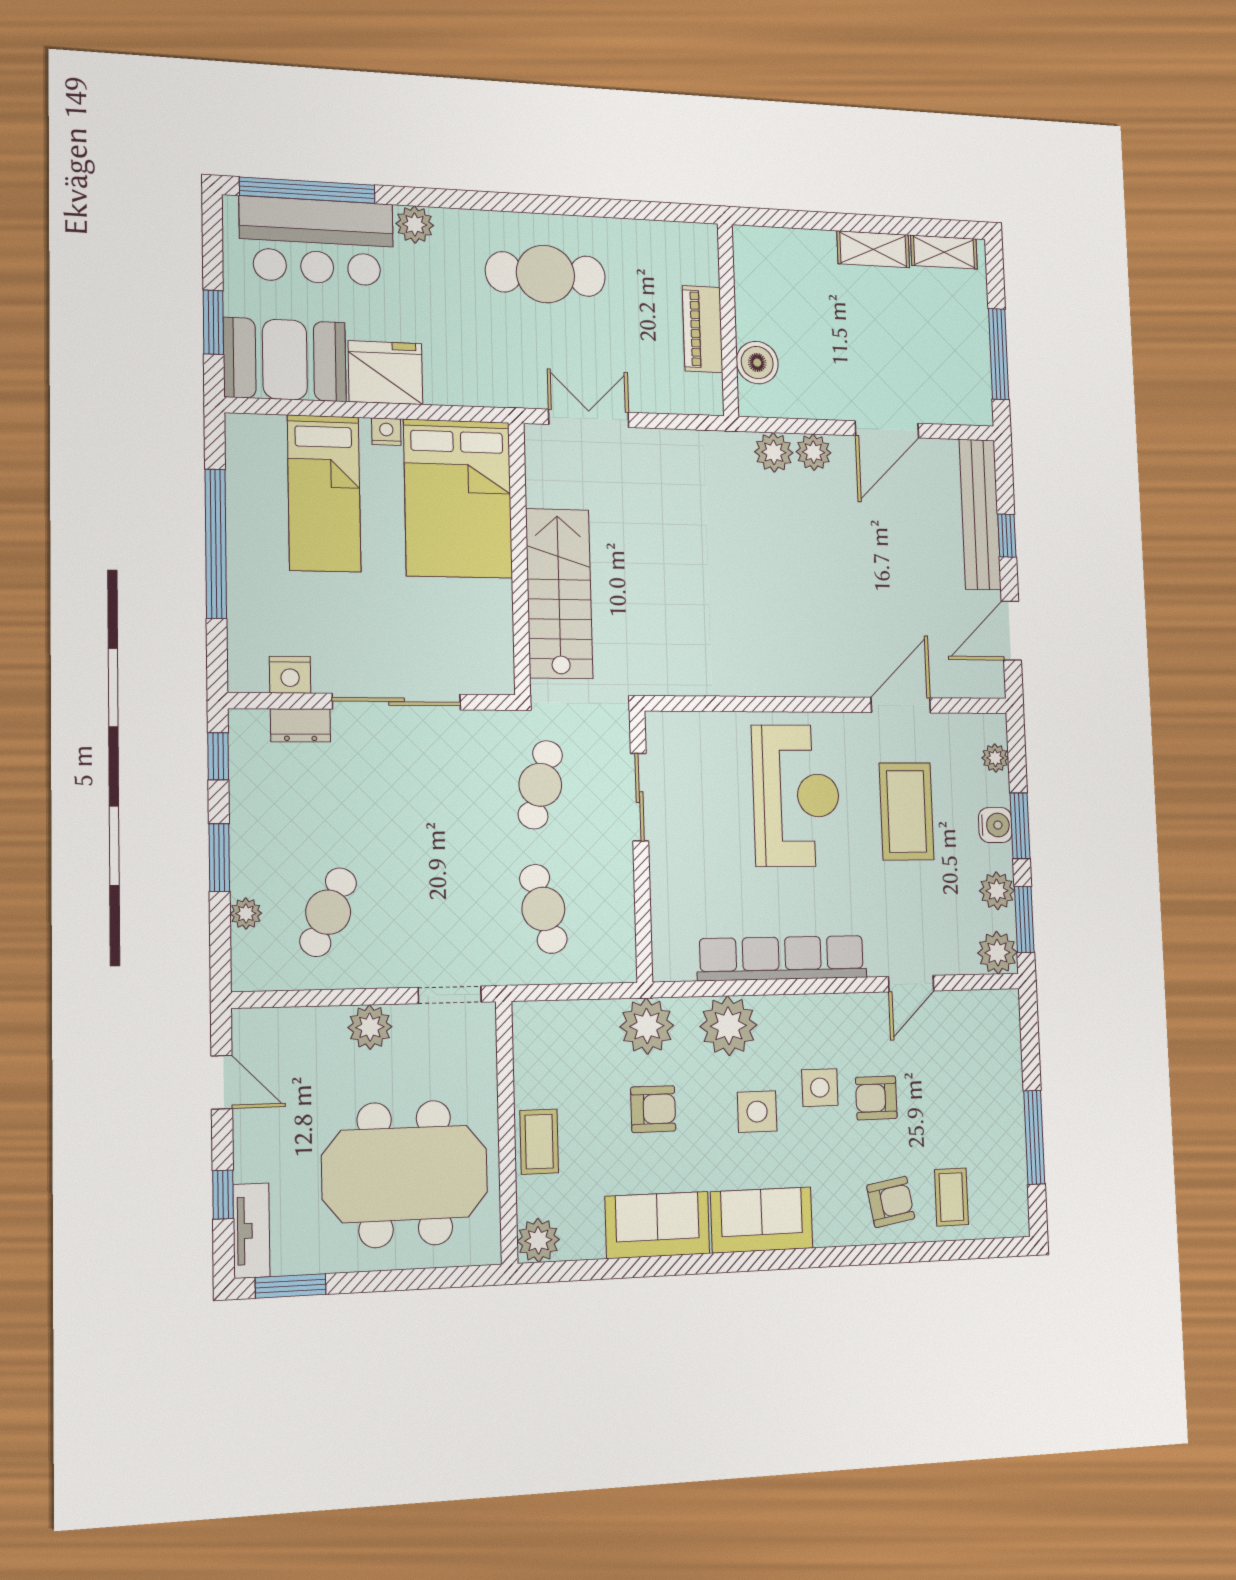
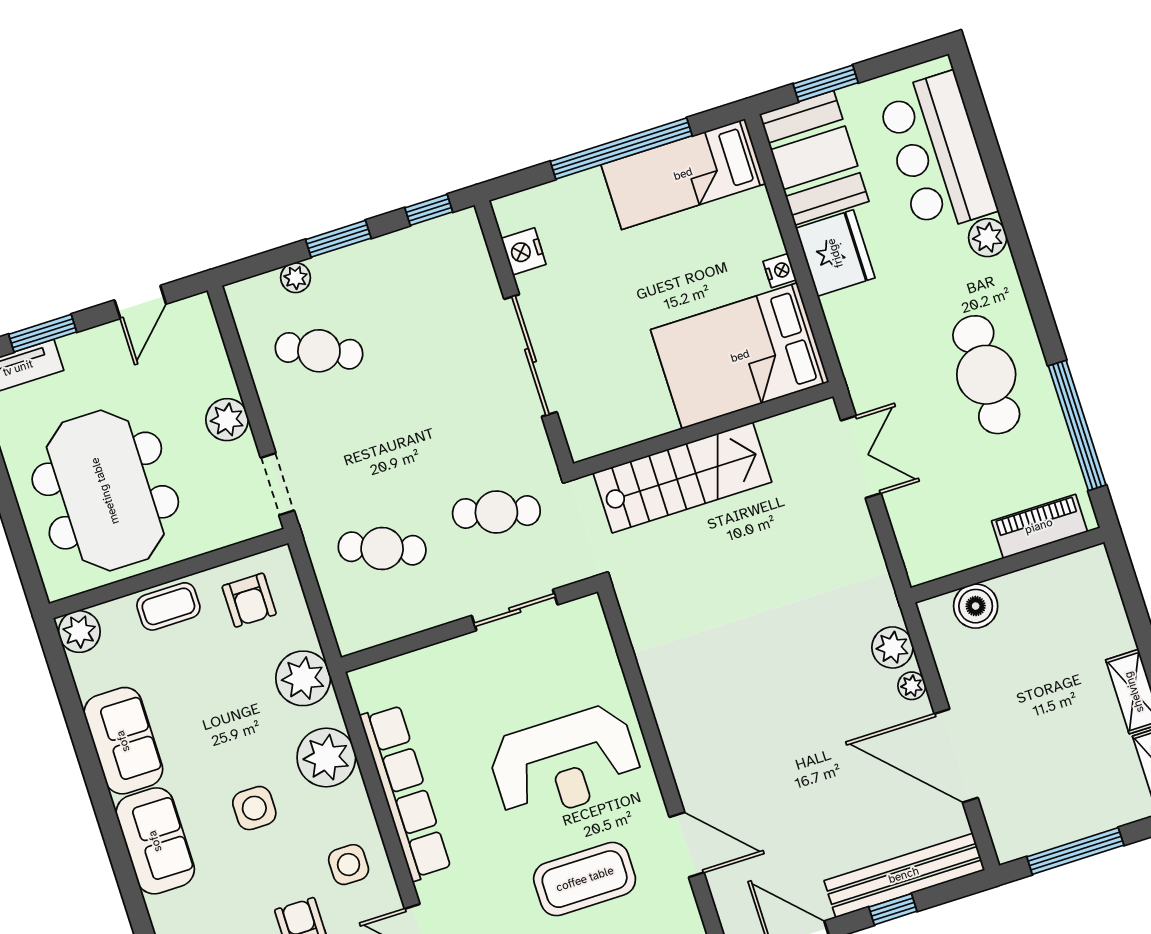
window: (308, 190) -> (1077, 425), moved
piano: (703, 329) -> (1039, 526), moved
door: (887, 429) -> (956, 756), width x1.36
plant: (814, 452) -> (912, 686), width x0.73, depth x0.73
bed: (324, 493) -> (683, 174), moved
dresser: (300, 725) -> (480, 275), removed
cafe table: (543, 909) -> (382, 548), turned 36
side table: (820, 1088) -> (349, 865), moved
armchair: (653, 1109) -> (249, 600), moved
window: (223, 1195) -> (43, 333), width x1.50

